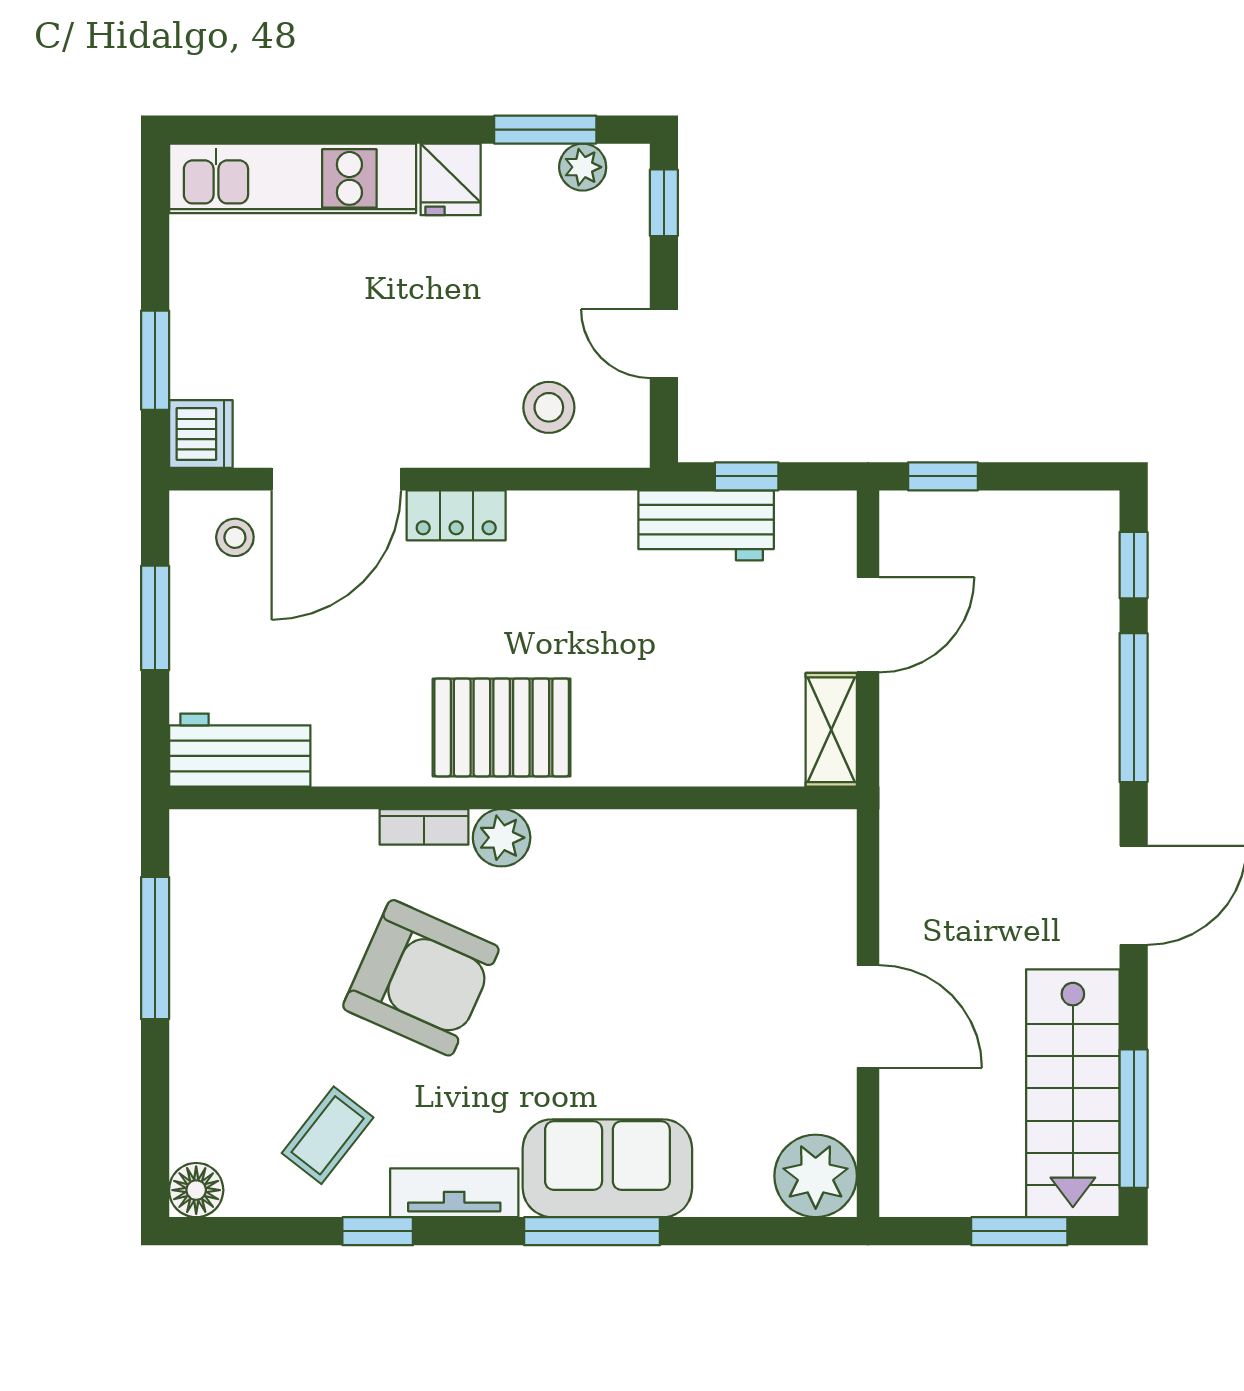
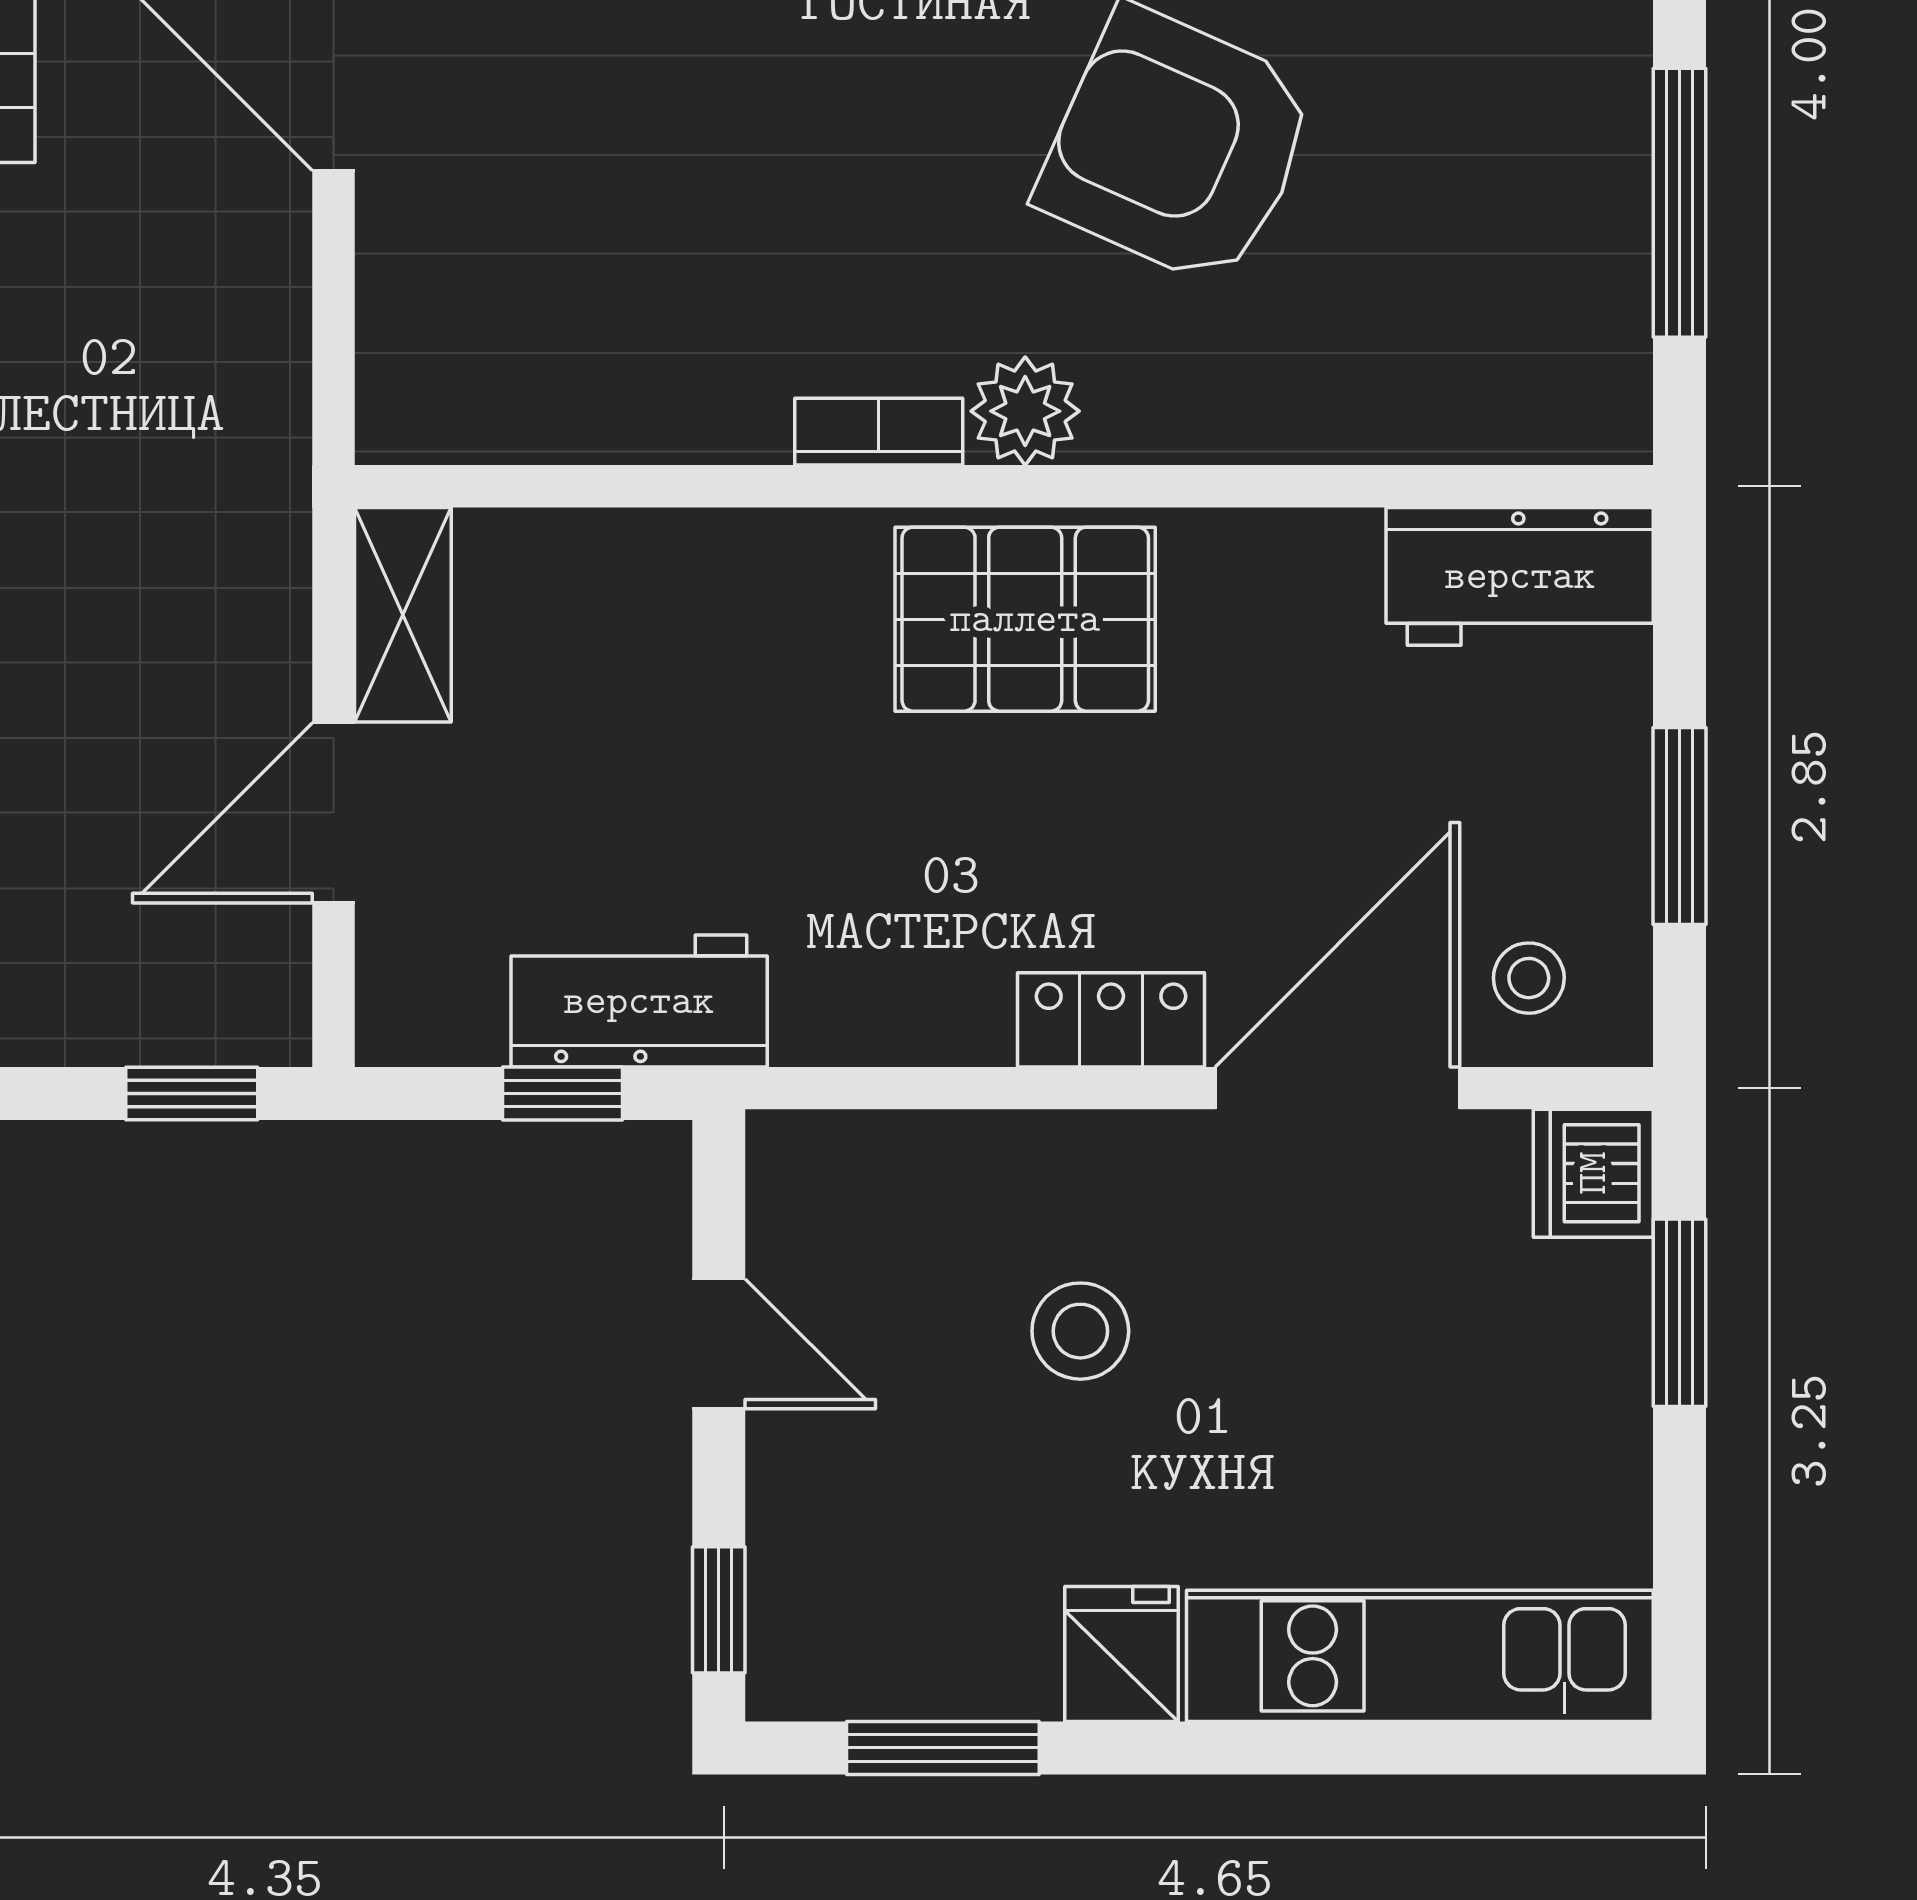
plant: (583, 167) -> (872, 1677), removed
stool: (549, 407) -> (1080, 1331), moved
bookcase: (424, 827) -> (879, 432), moved

